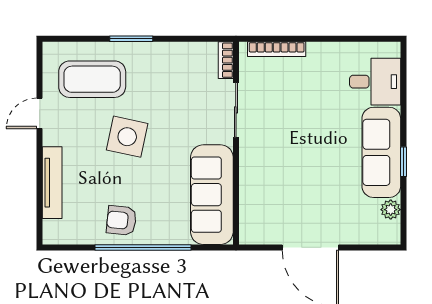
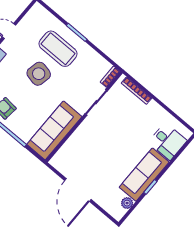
coffee table: (92, 79) -> (58, 49), moved

